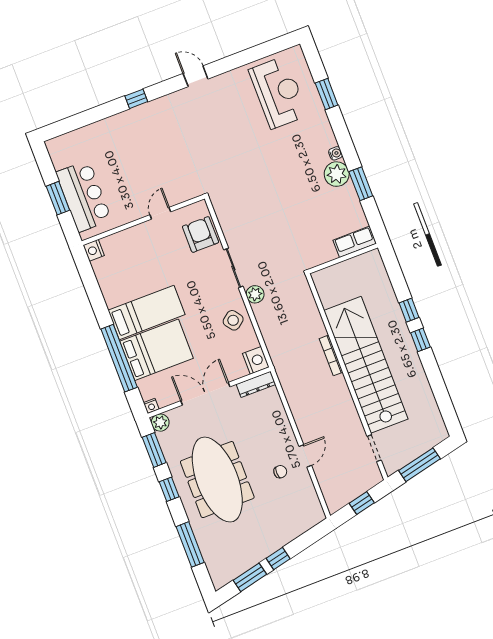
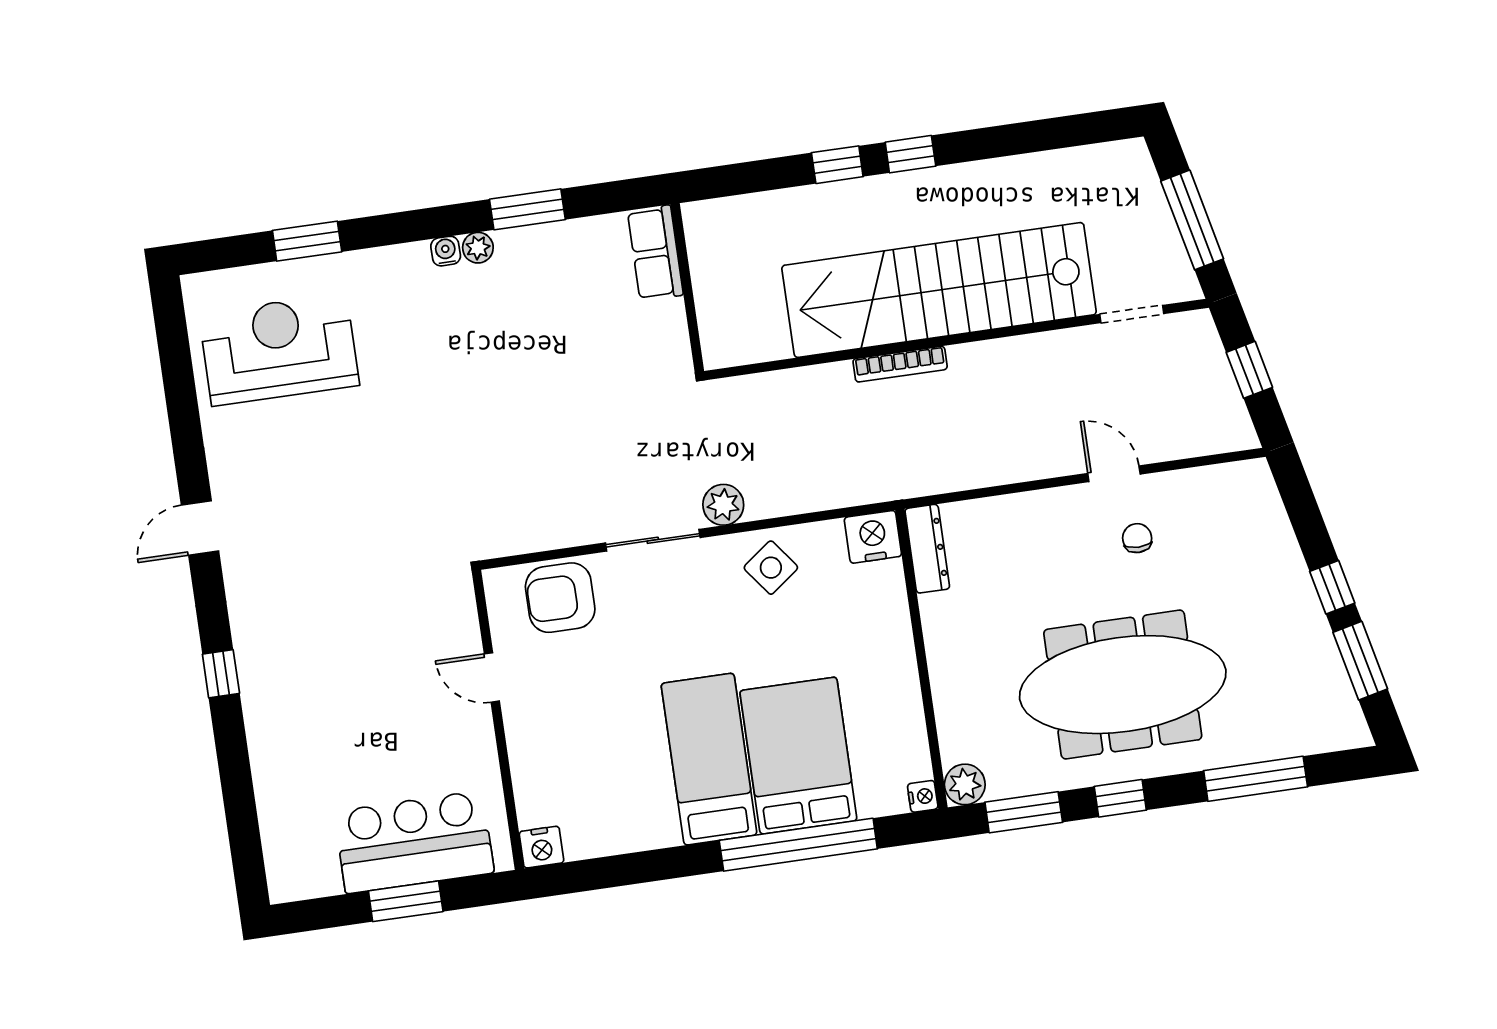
plant: (337, 174) -> (478, 248), width x0.53, depth x0.53
double door: (205, 394) -> (923, 668), removed

